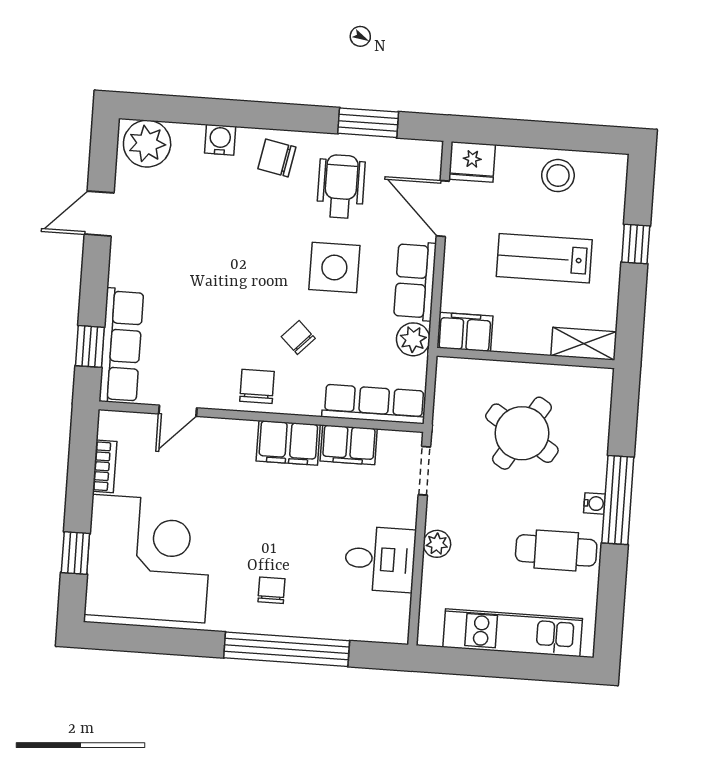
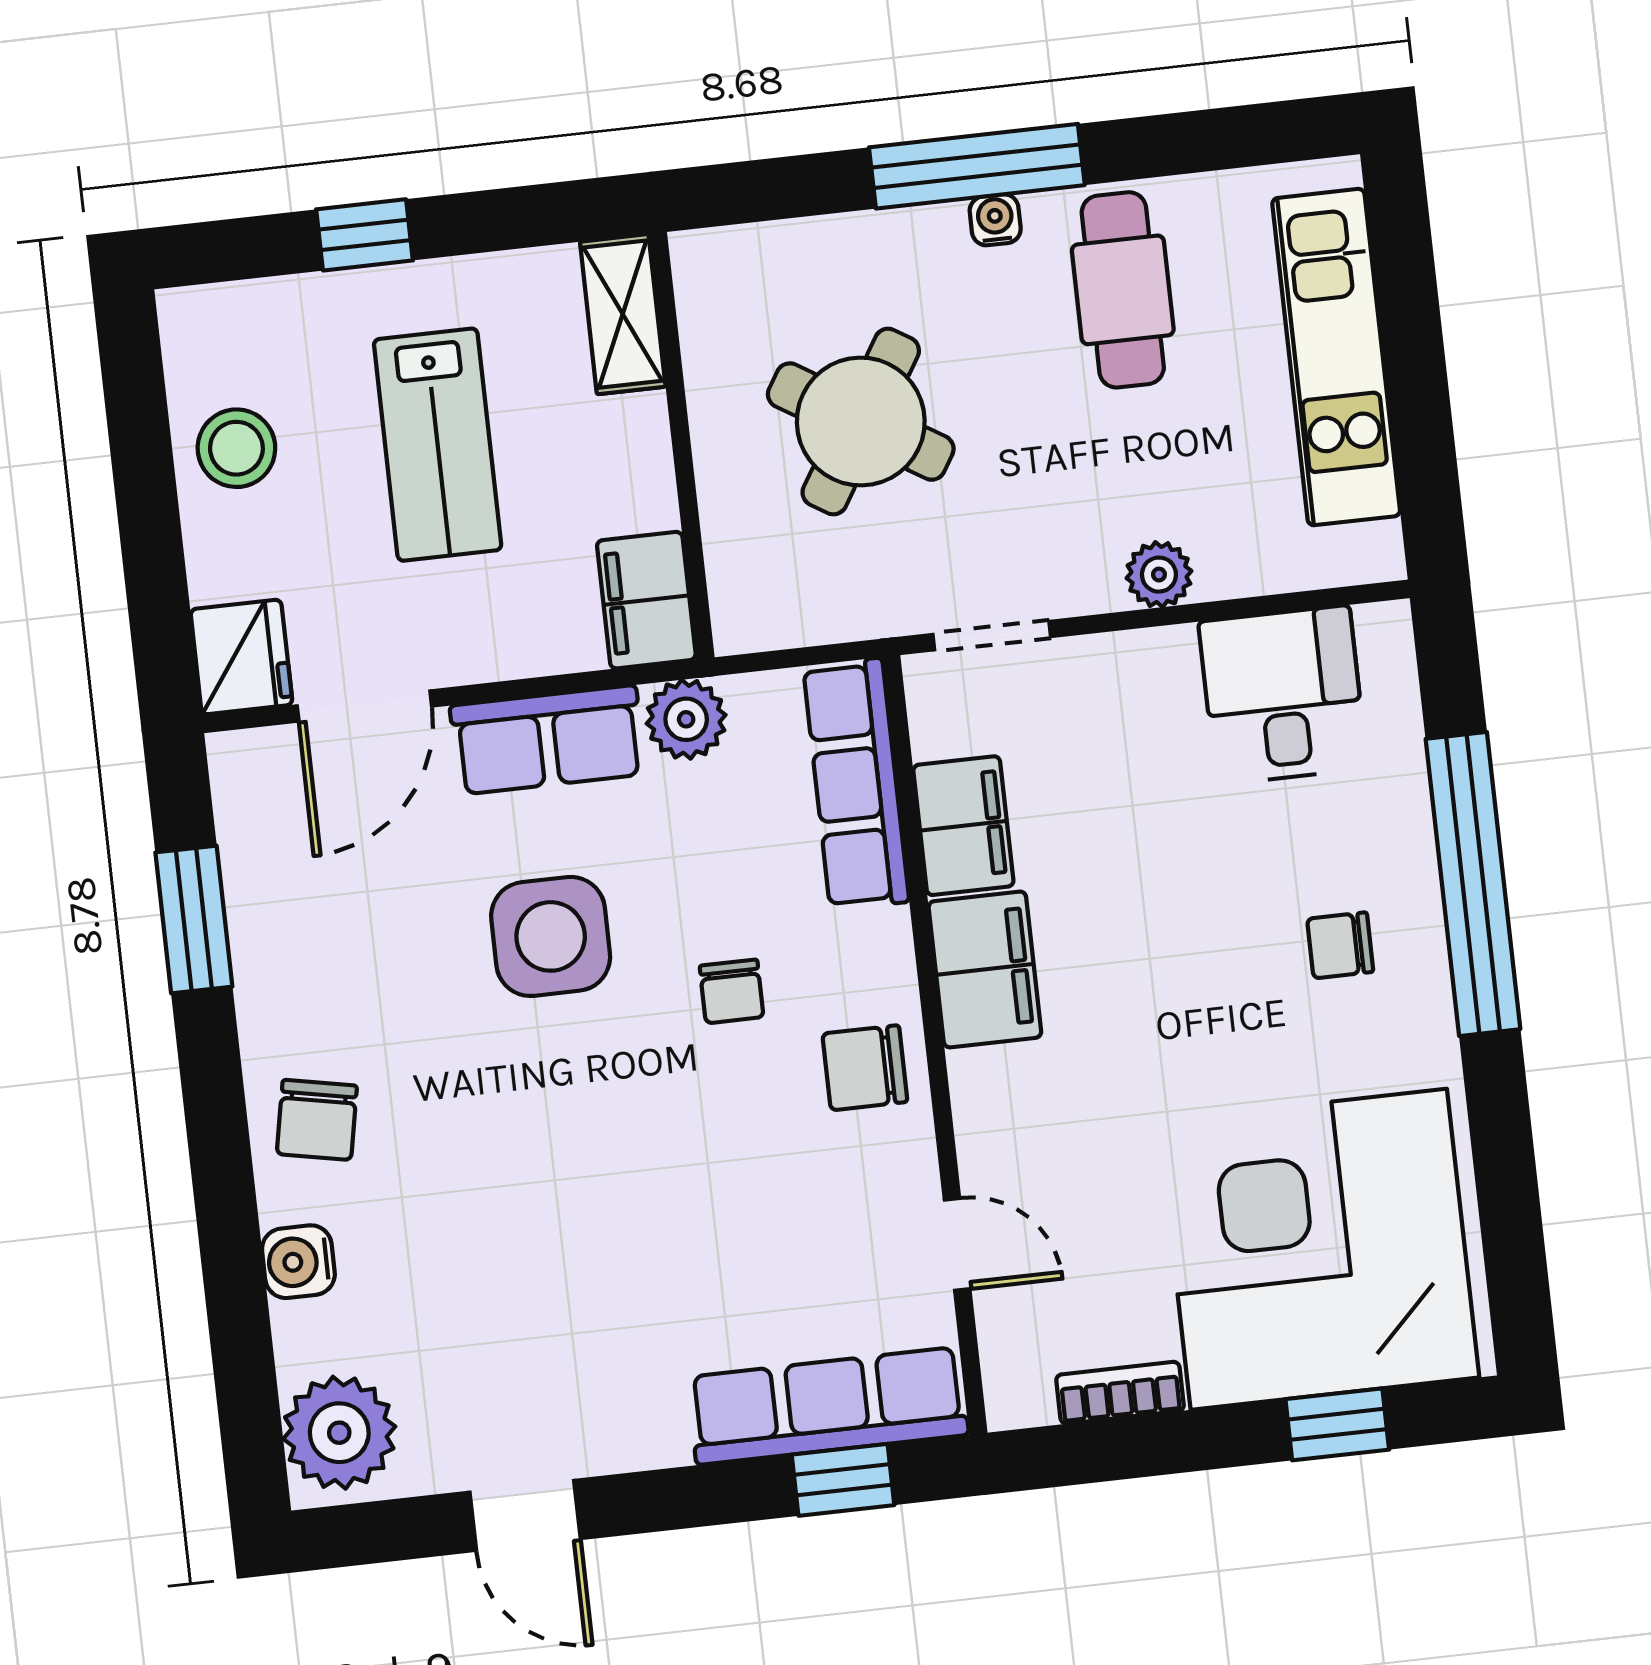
wheelchair: (341, 186) -> (356, 956), removed
chair: (298, 337) -> (732, 991), turned -44
desk: (380, 559) -> (1283, 695), moved

